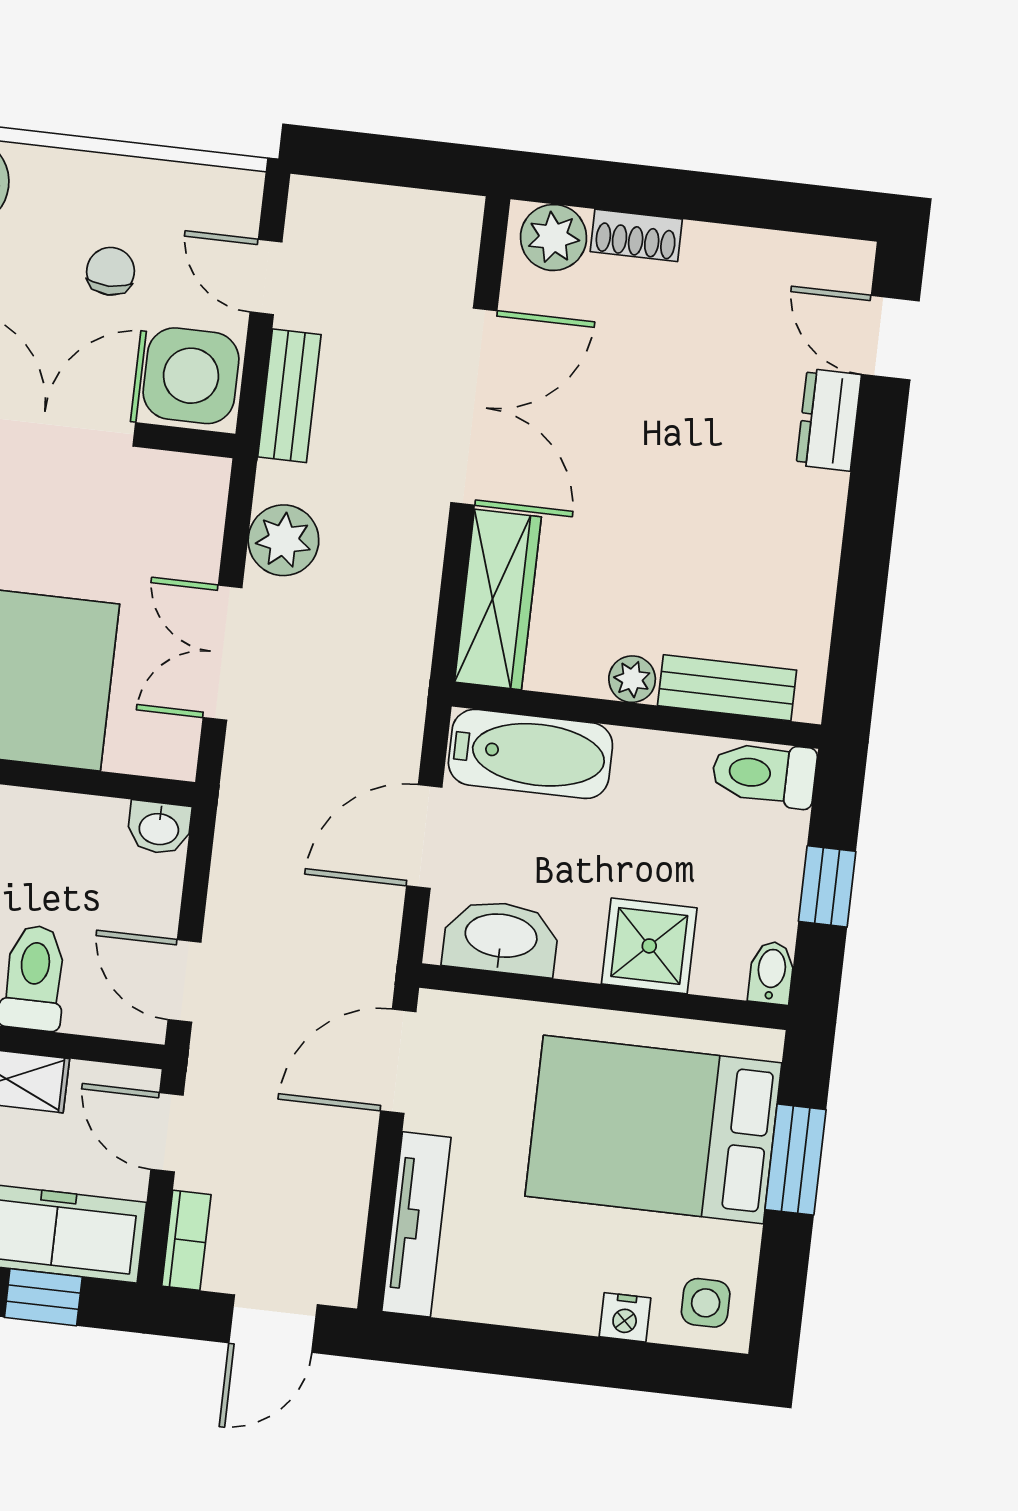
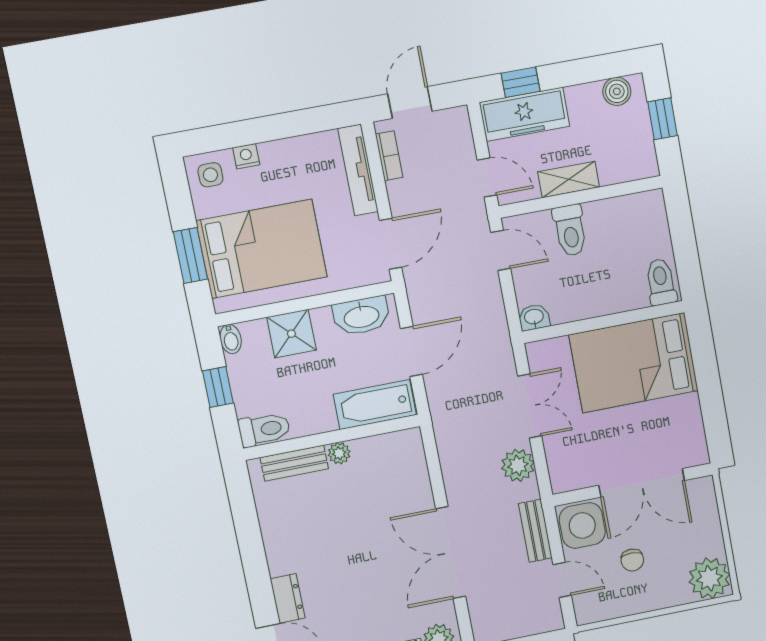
wardrobe: (498, 599) -> (412, 470), removed
bookcase: (186, 1240) -> (389, 156), moved, turned 180

